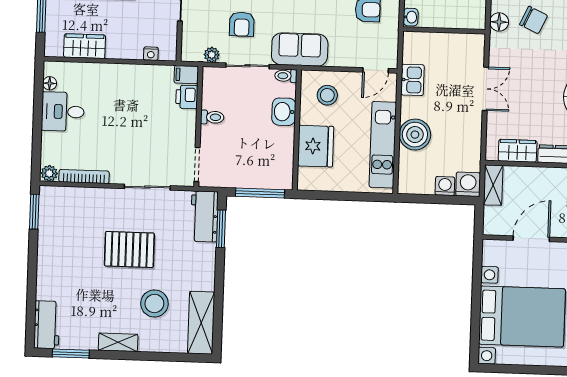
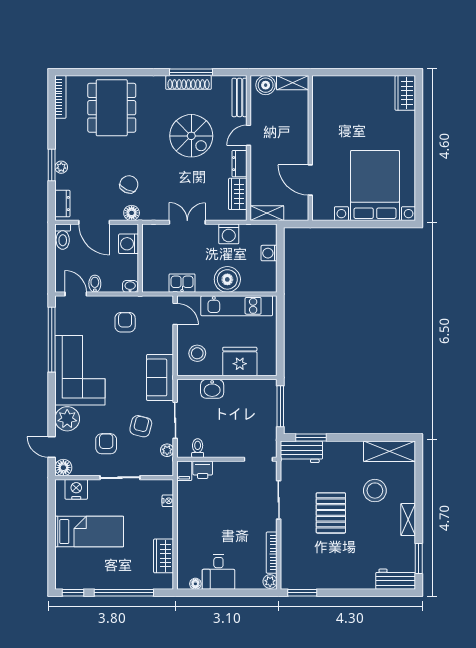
washing machine: (462, 17) -> (129, 244), added
armchair: (242, 24) -> (141, 426), turned -76
toilet: (286, 76) -> (182, 388), removed
toilet: (212, 117) -> (198, 448), moved
washing machine: (468, 184) -> (229, 234), moved, turned -90

